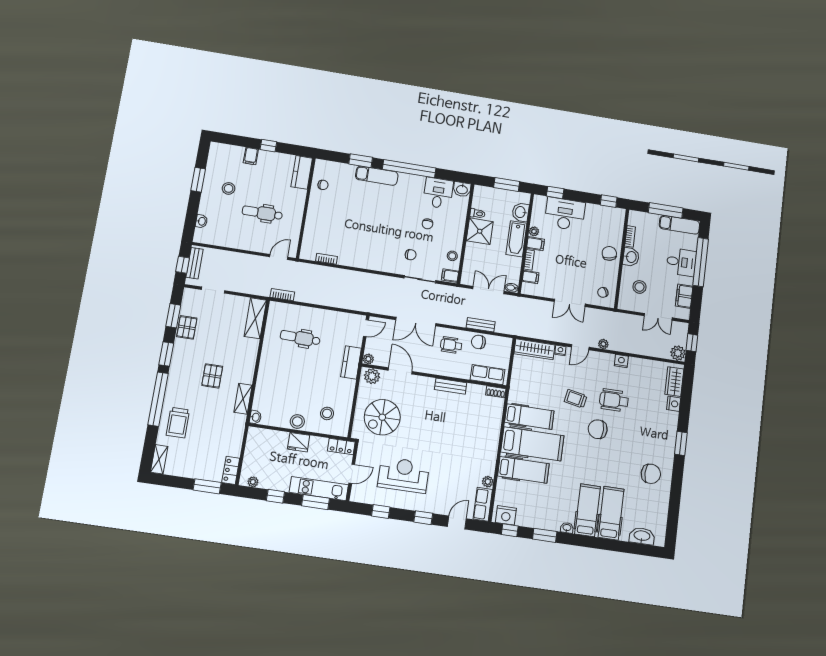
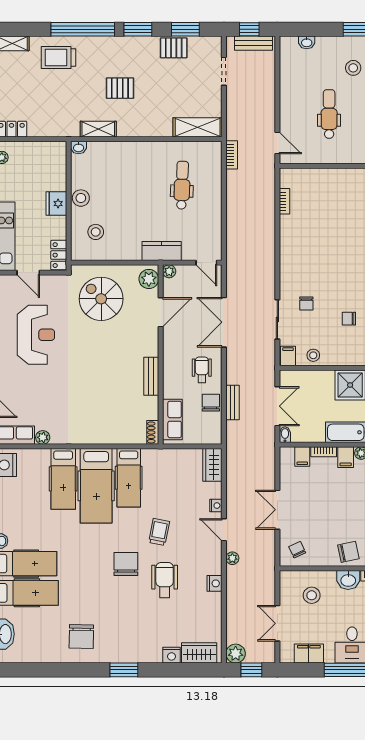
wardrobe: (534, 349) -> (212, 465), width x0.67

